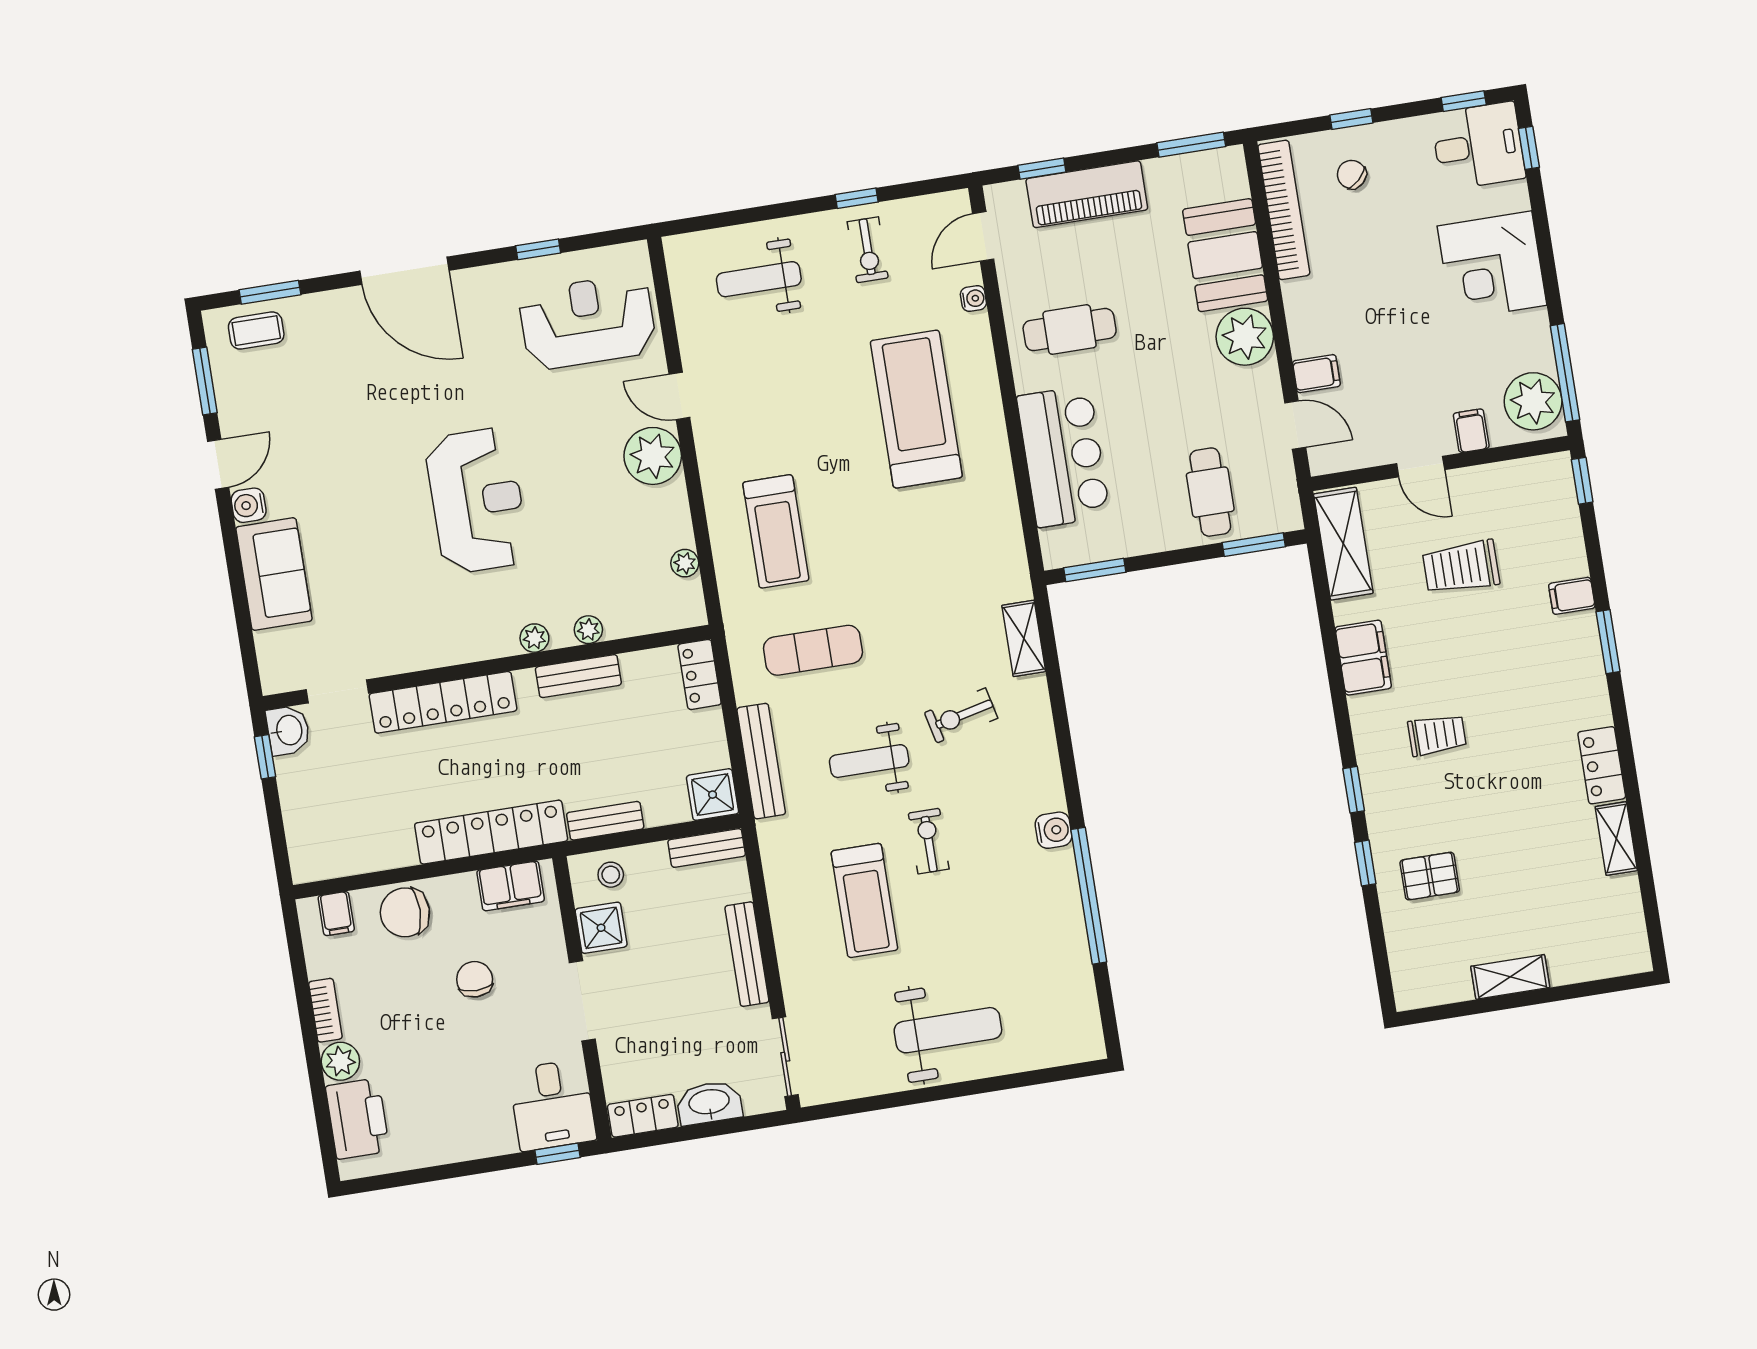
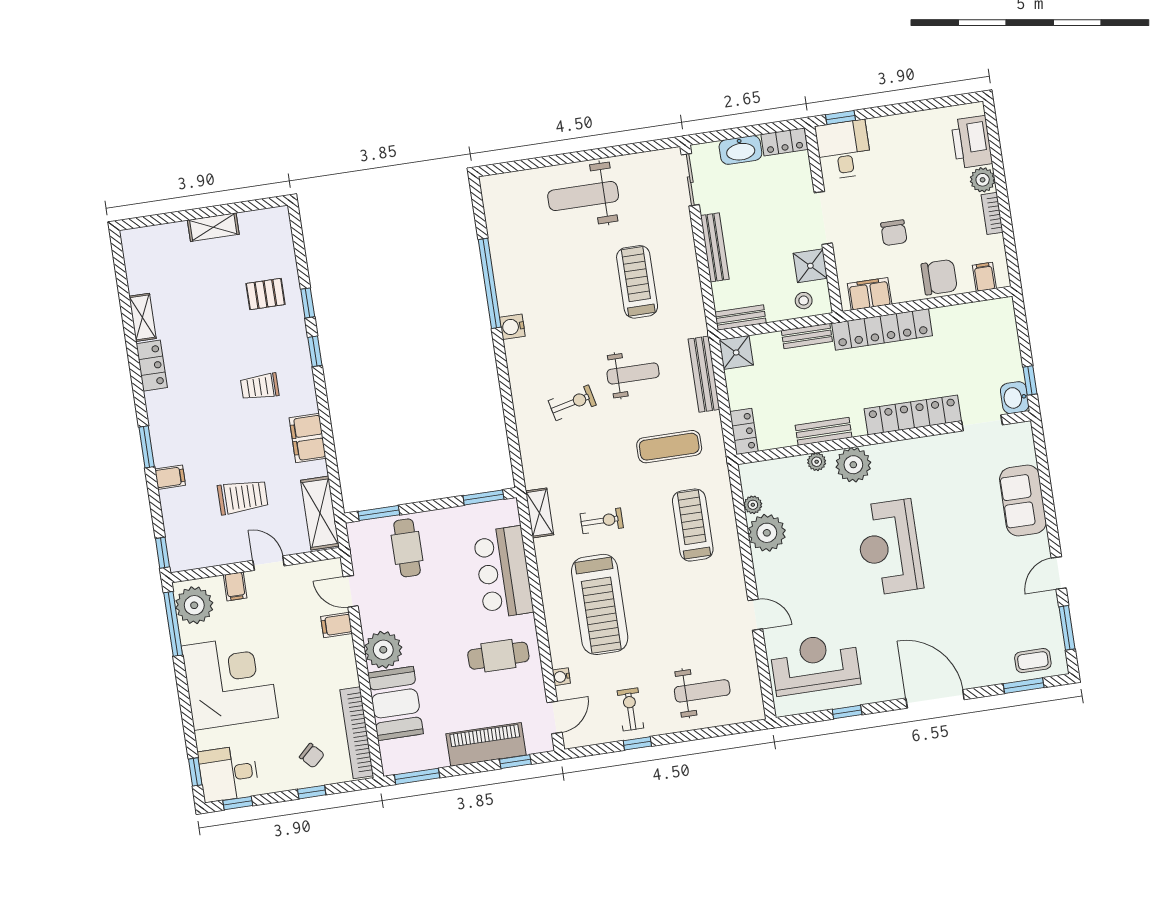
corner desk: (1492, 266) -> (230, 682), width x1.36, depth x1.36
reception desk: (588, 322) -> (815, 664), turned 180
plant: (653, 456) -> (767, 533), moved
water cooler: (249, 505) -> (1039, 546), removed
plant: (534, 638) -> (853, 465), width x1.87, depth x1.87
shelving: (1024, 638) -> (540, 513), moved
exercise bike: (929, 841) -> (602, 521), moved, turned -90

